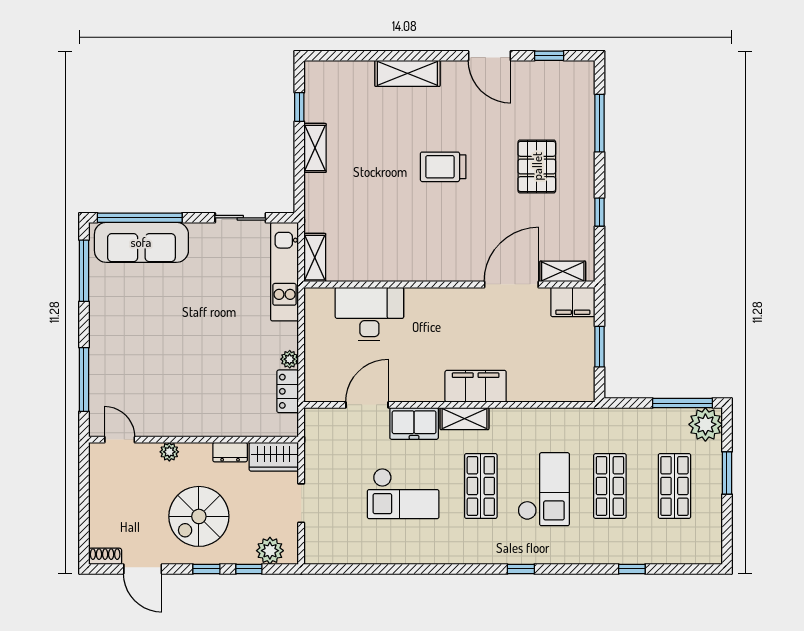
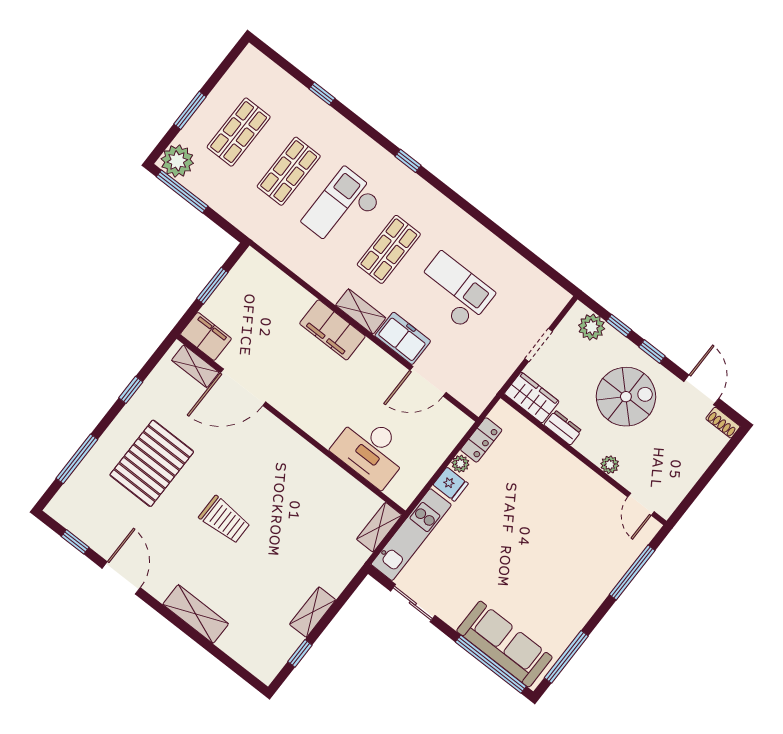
pallet: (537, 166) -> (152, 463), width x1.37, depth x1.41
fridge: (284, 337) -> (451, 484), added

